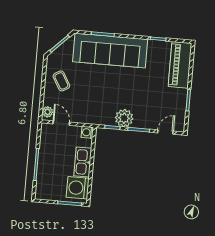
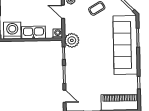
plant: (124, 118) -> (72, 40), moved
door: (61, 123) -> (63, 12), swing flipped

